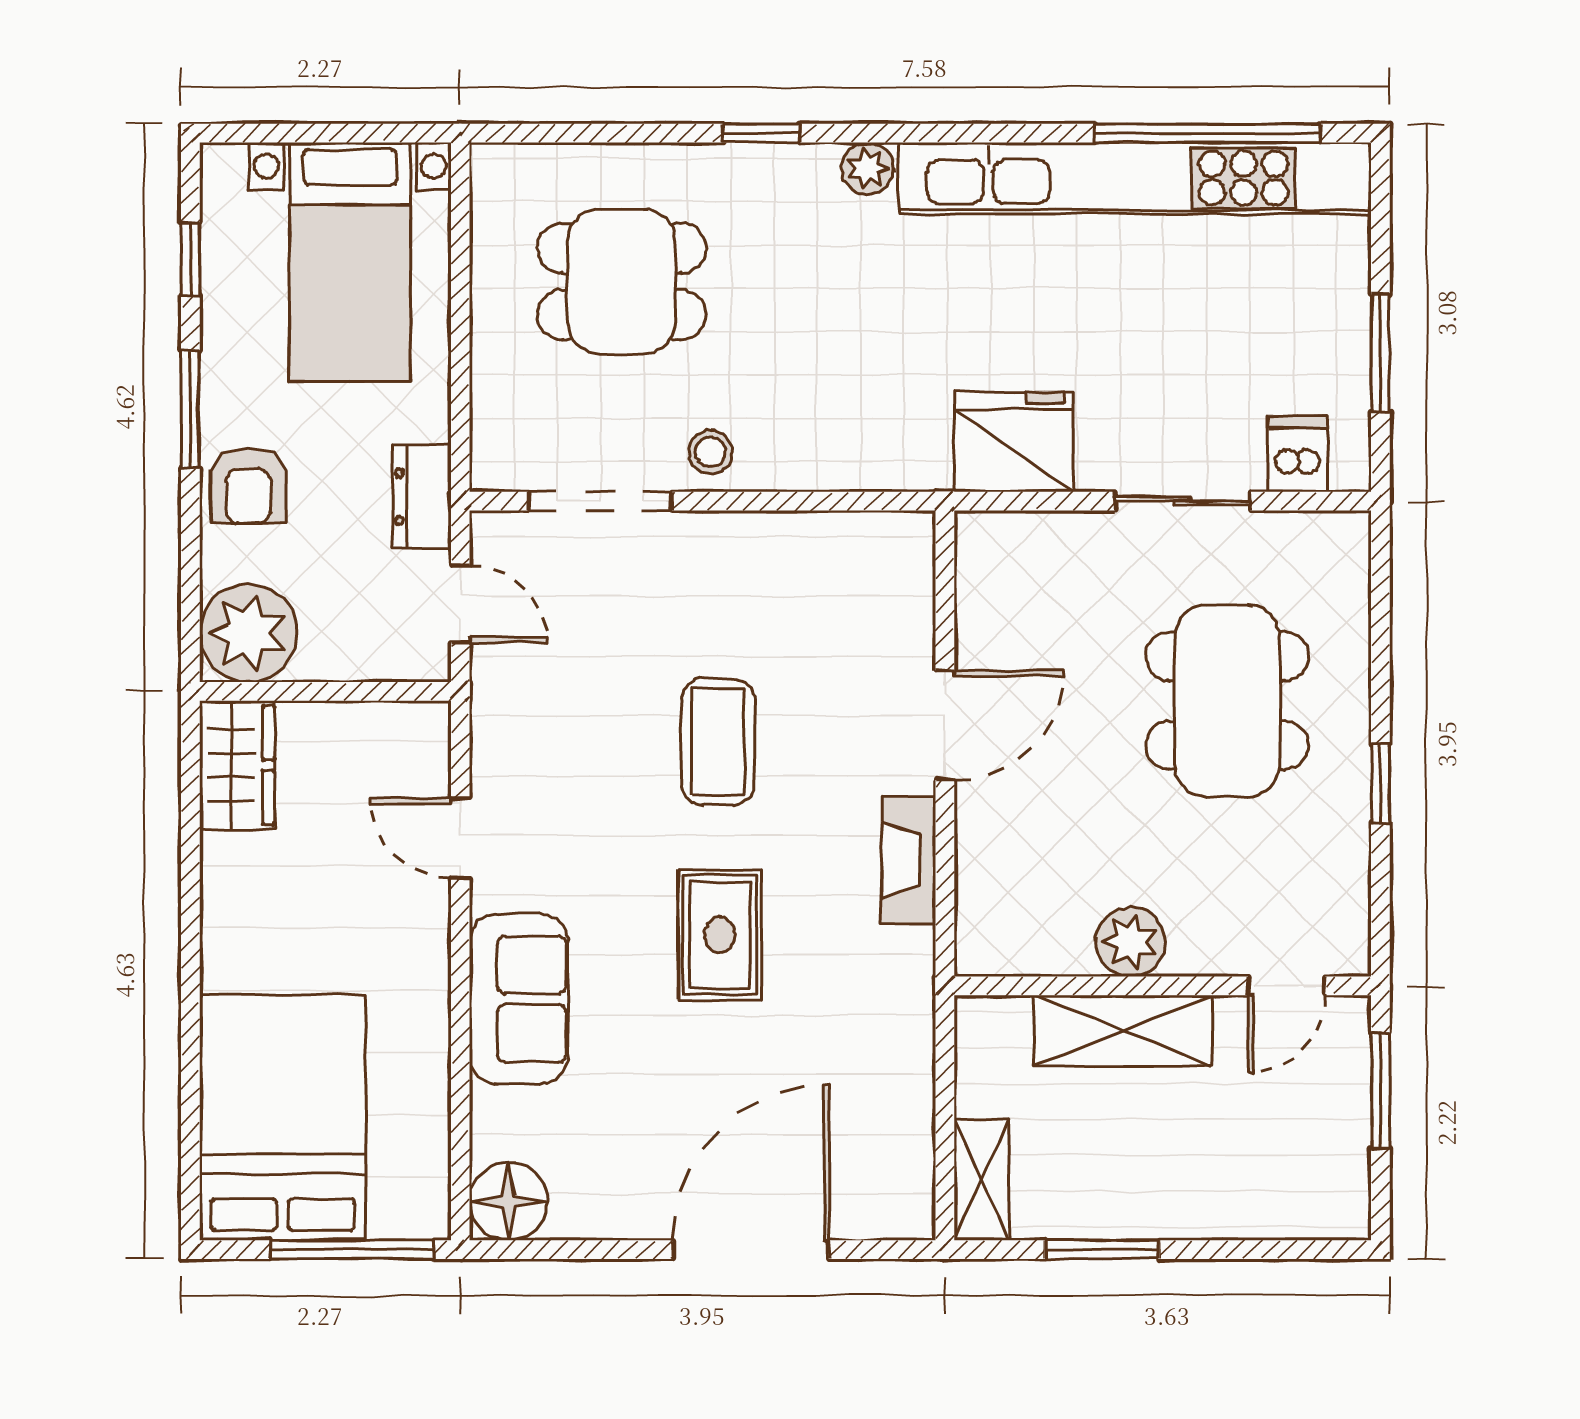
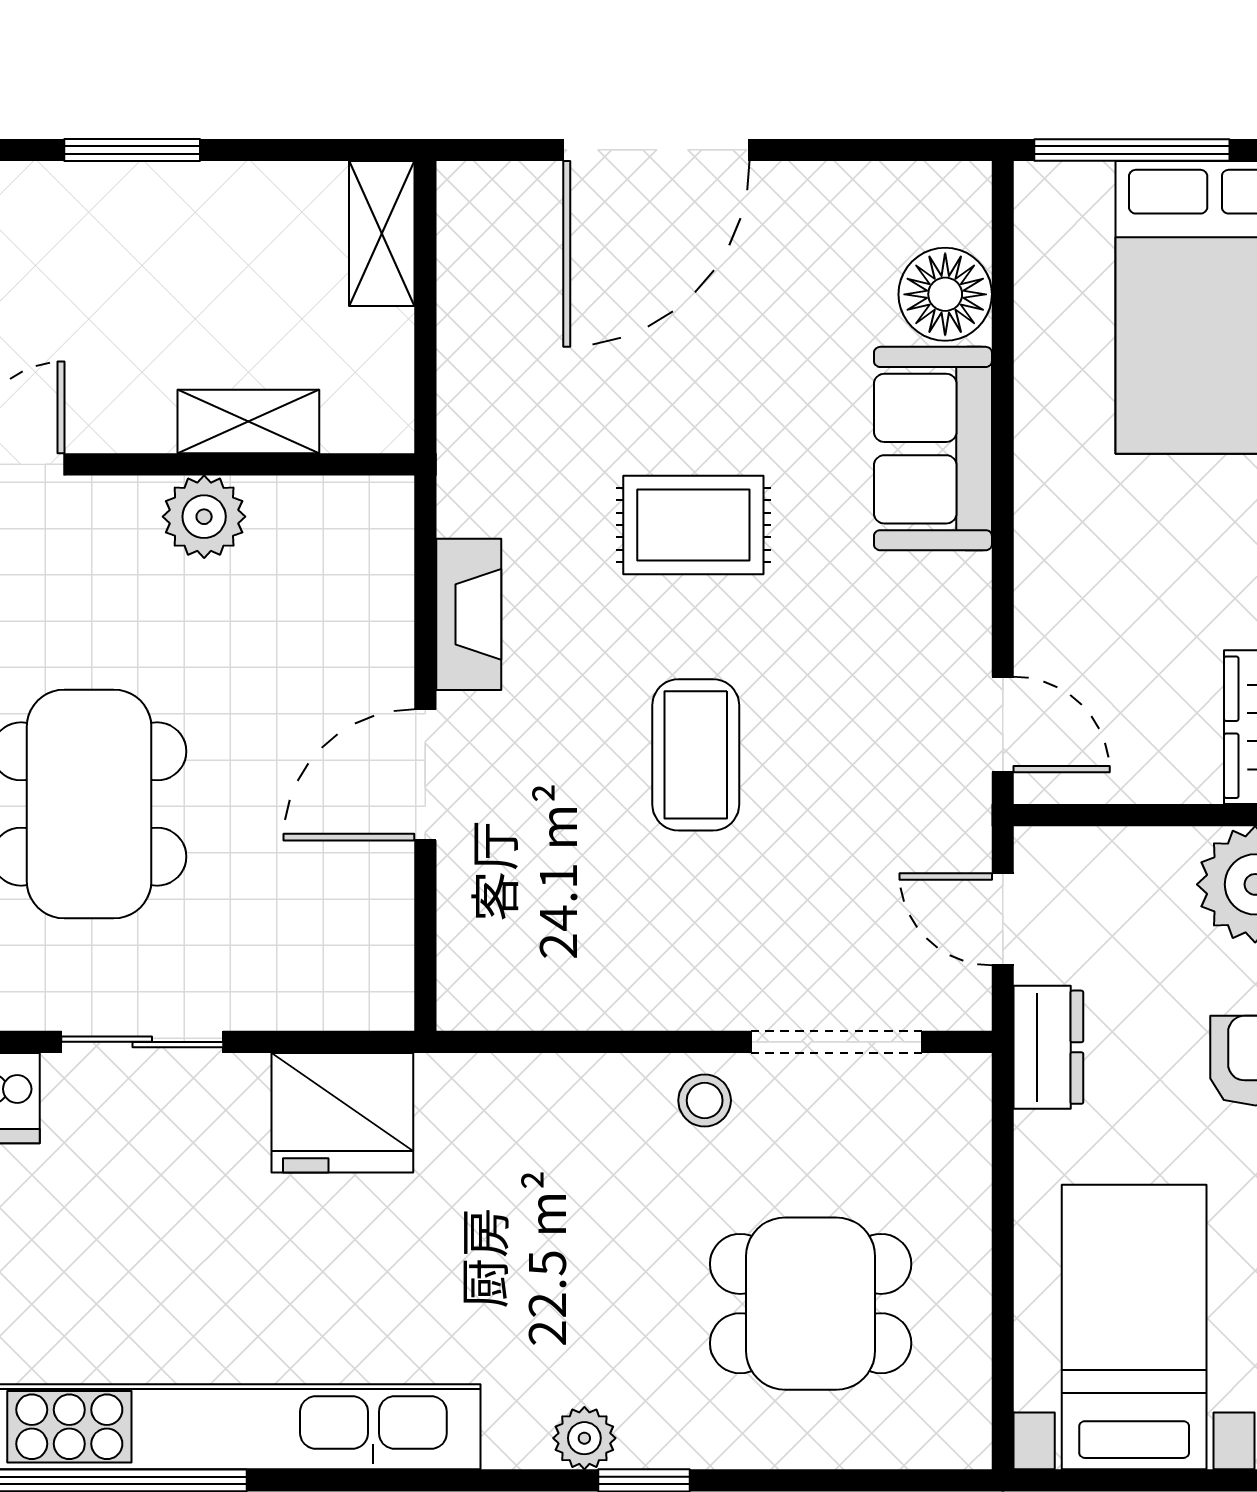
plant: (867, 169) -> (584, 1438), moved
door: (460, 838) -> (1003, 724), moved
rug: (720, 935) -> (693, 525), turned 90
shelving: (1123, 1031) -> (248, 421), width x0.67, depth x0.75
floor lamp: (509, 1201) -> (945, 294), moved
window: (1102, 1250) -> (132, 150), moved

